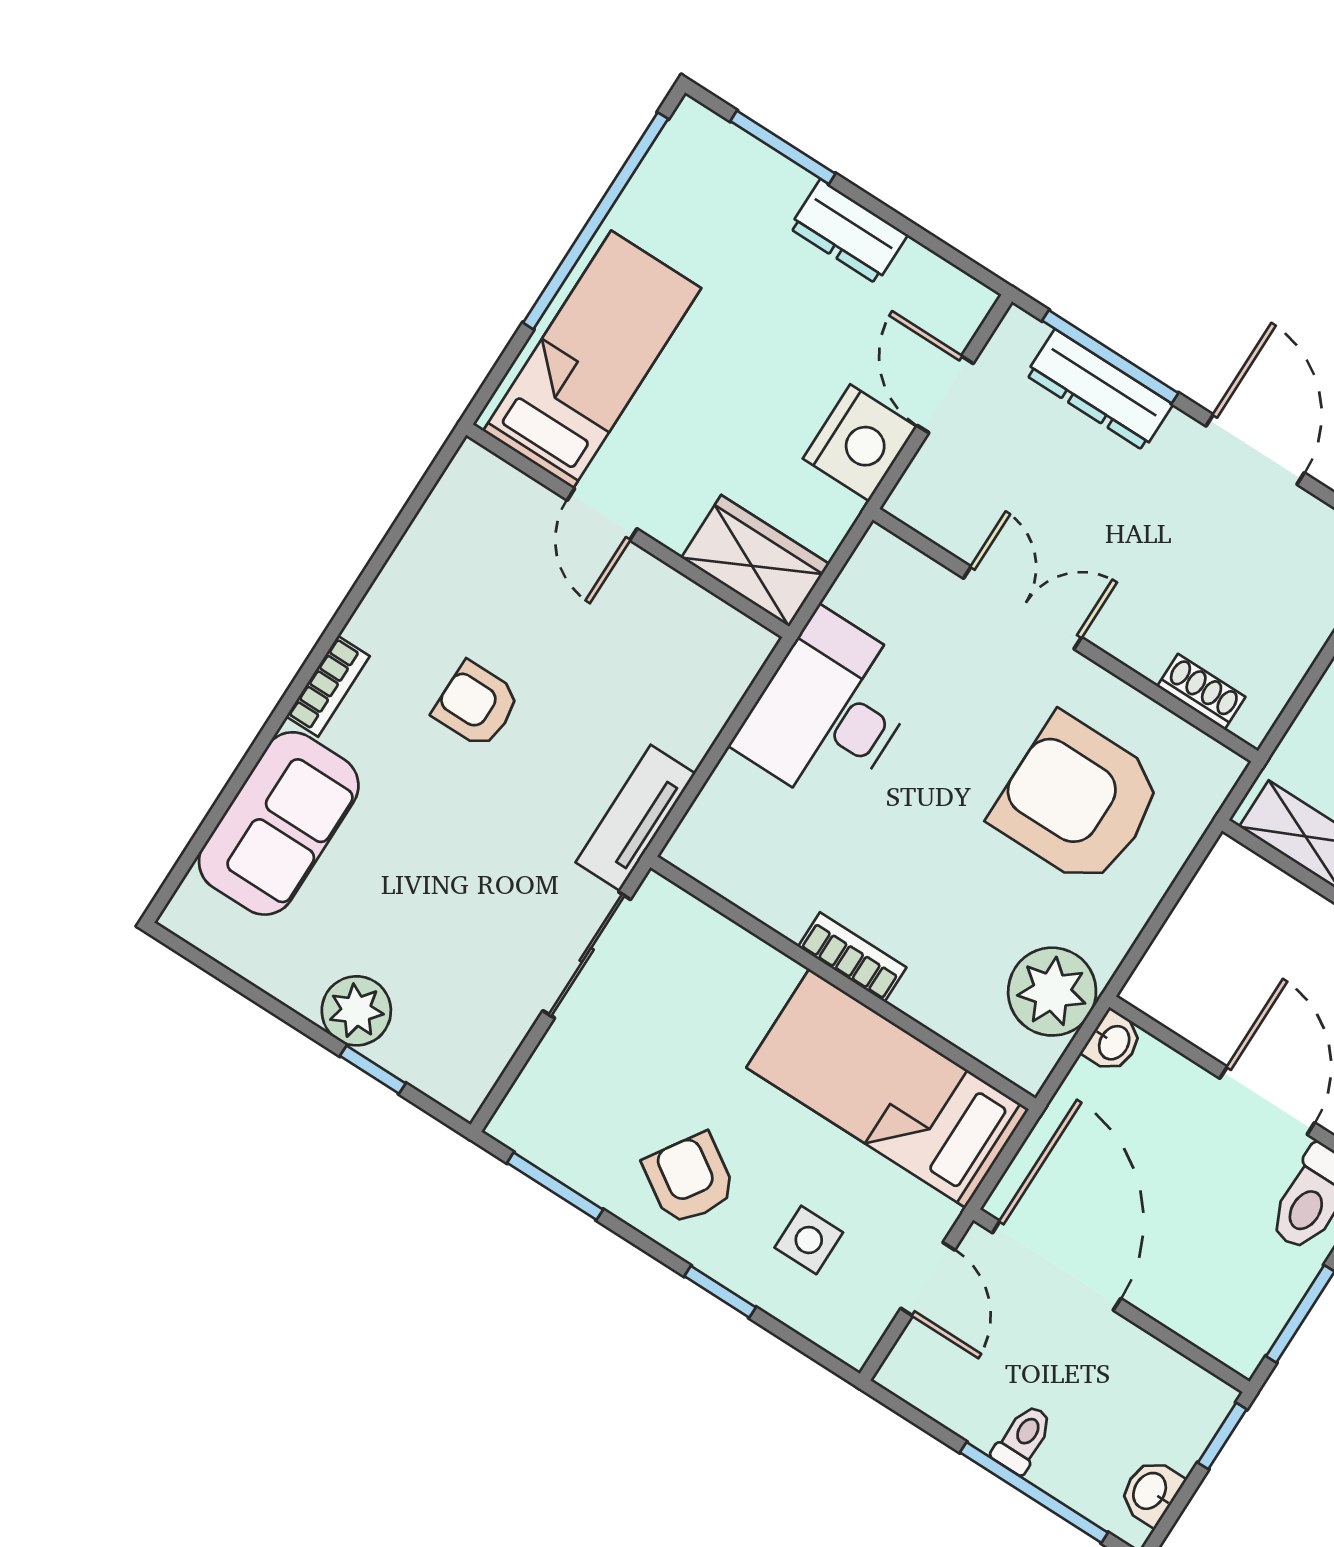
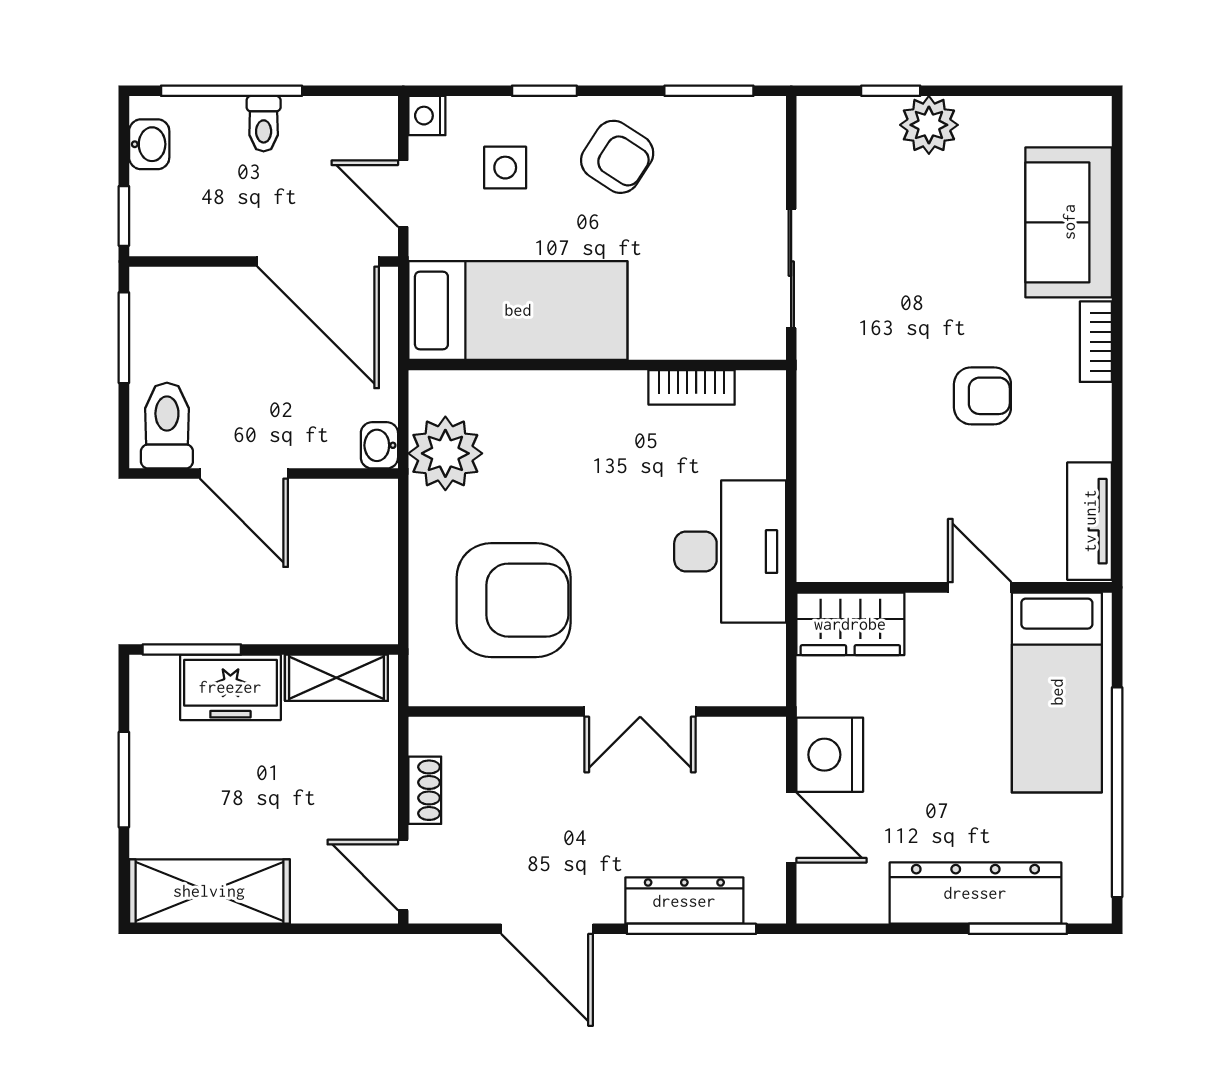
dresser: (848, 231) -> (975, 893), width x1.96, depth x1.24
shoe rack: (1201, 692) -> (425, 790), moved, turned -90
tv unit: (635, 818) -> (1090, 521), moved, turned 180
bookcase: (852, 957) -> (692, 387), moved
nightstand: (854, 1342) -> (427, 116), added

